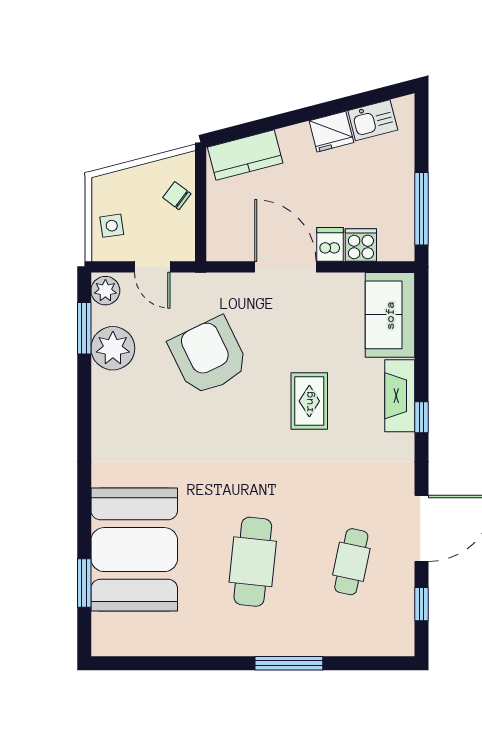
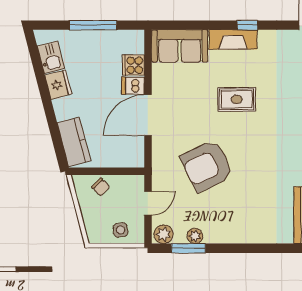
chair: (177, 196) -> (101, 187), turned -82
window: (421, 209) -> (93, 25), moved
plant: (113, 348) -> (195, 236), width x0.53, depth x0.53

